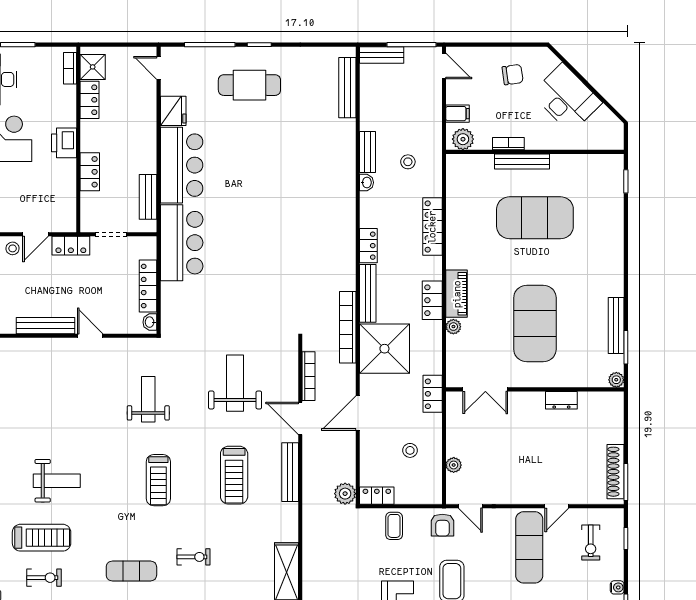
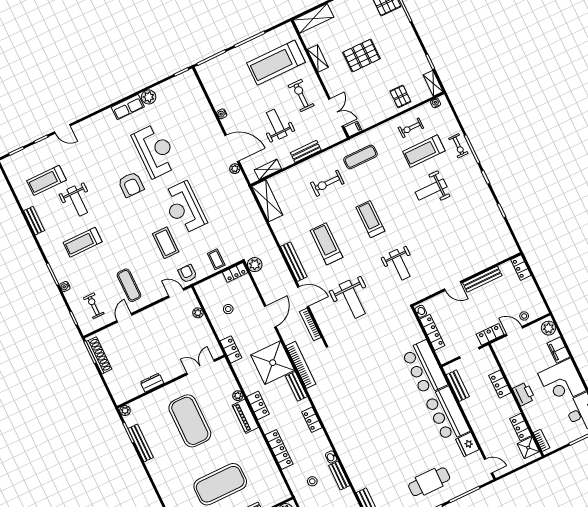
door: (35, 234) -> (514, 331), hinge flipped
bench: (368, 293) -> (296, 386), width x0.73
exercise mat: (529, 547) -> (129, 285), width x0.73, depth x0.69
exercise bike: (193, 557) -> (327, 183), width x1.38, depth x1.39

